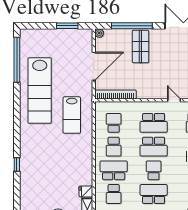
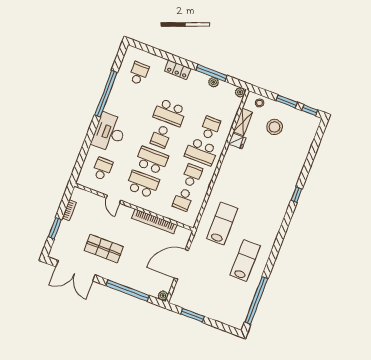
shop shelf: (140, 46) -> (104, 249), moved, turned 90
lab bench: (40, 90) -> (245, 261), width x0.54, depth x0.72
bookcase: (115, 94) -> (154, 221), moved

